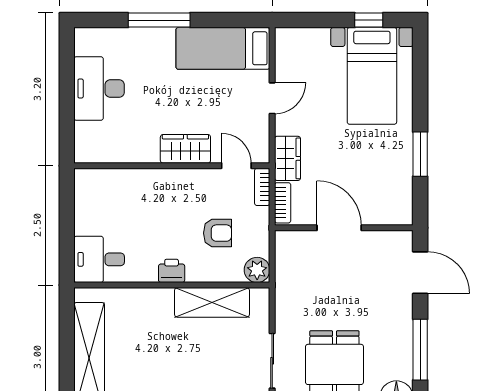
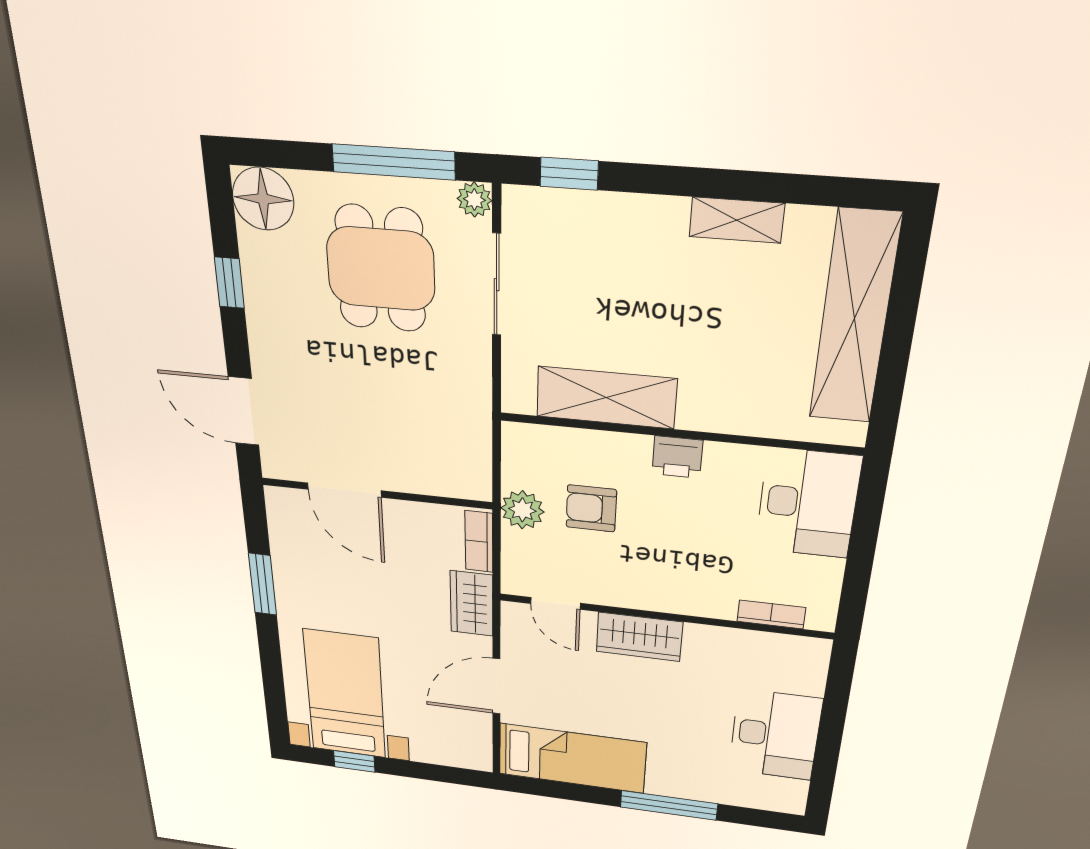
door: (272, 98) -> (496, 686), width x1.38
bookcase: (262, 187) -> (771, 614), moved, turned -90
door: (339, 228) -> (344, 490), moved
desk: (99, 259) -> (808, 503), width x1.37
plant: (257, 270) -> (522, 510), moved
window: (420, 350) -> (229, 283), width x0.46

